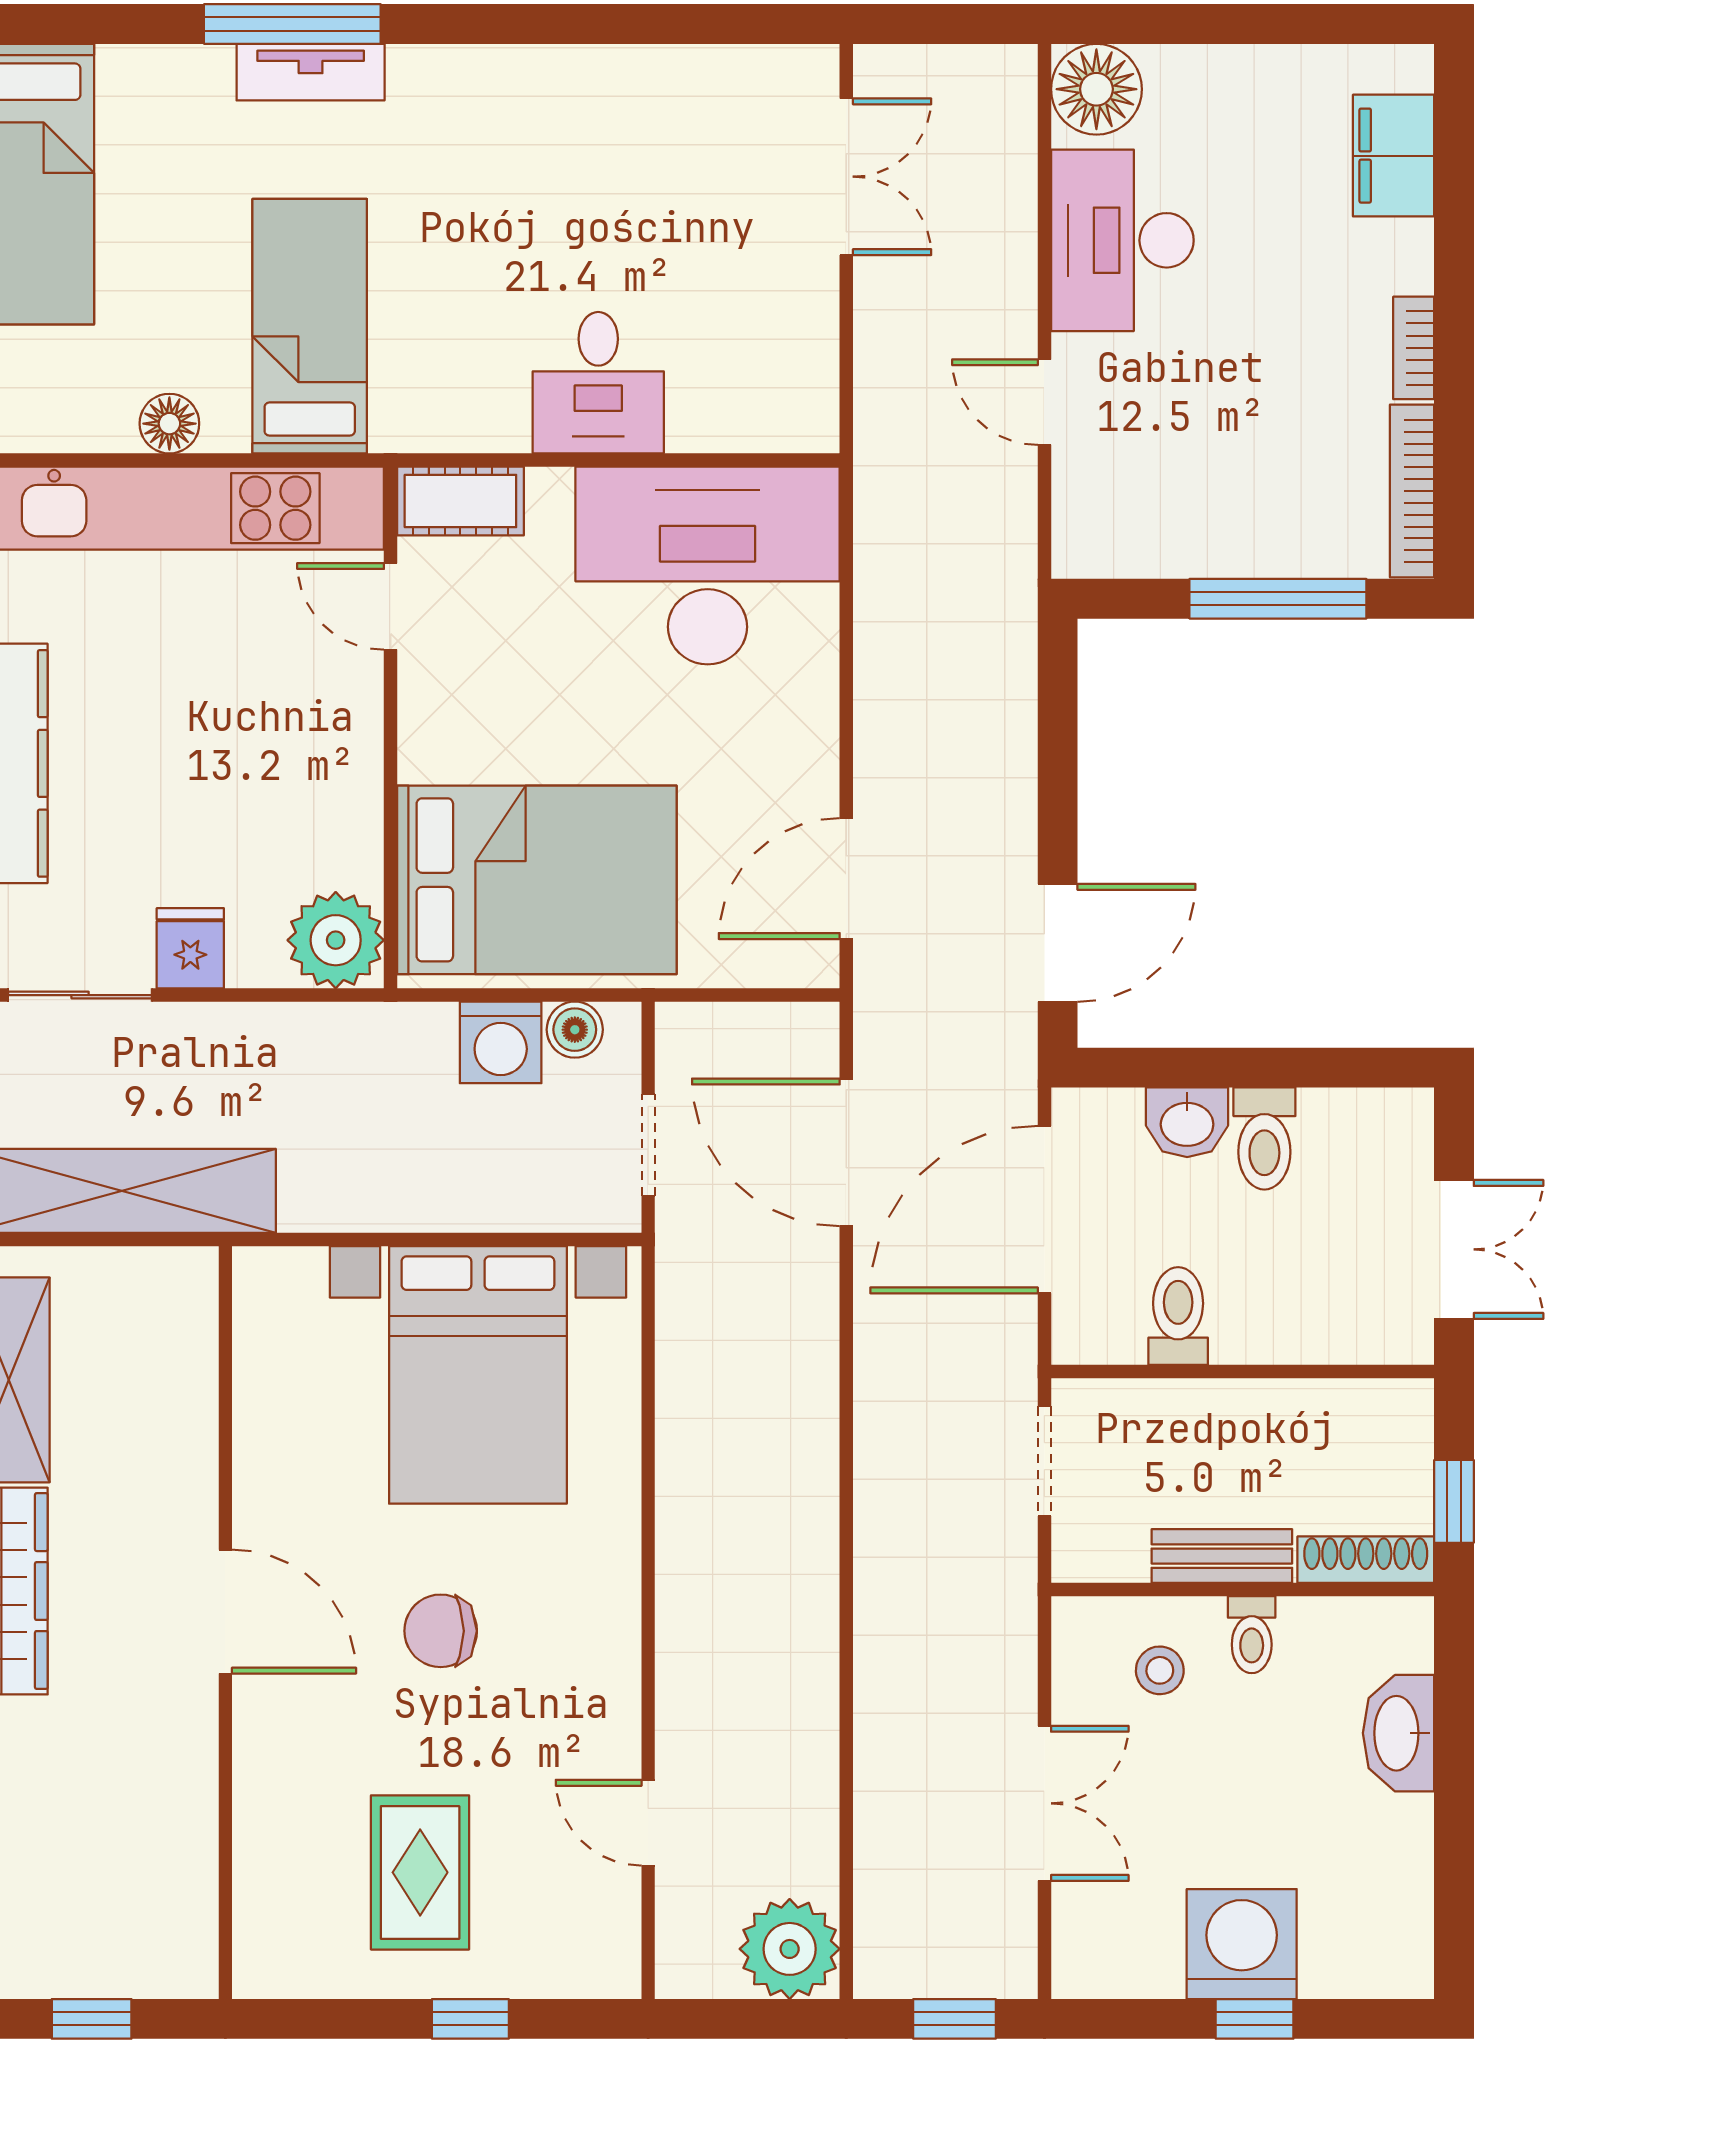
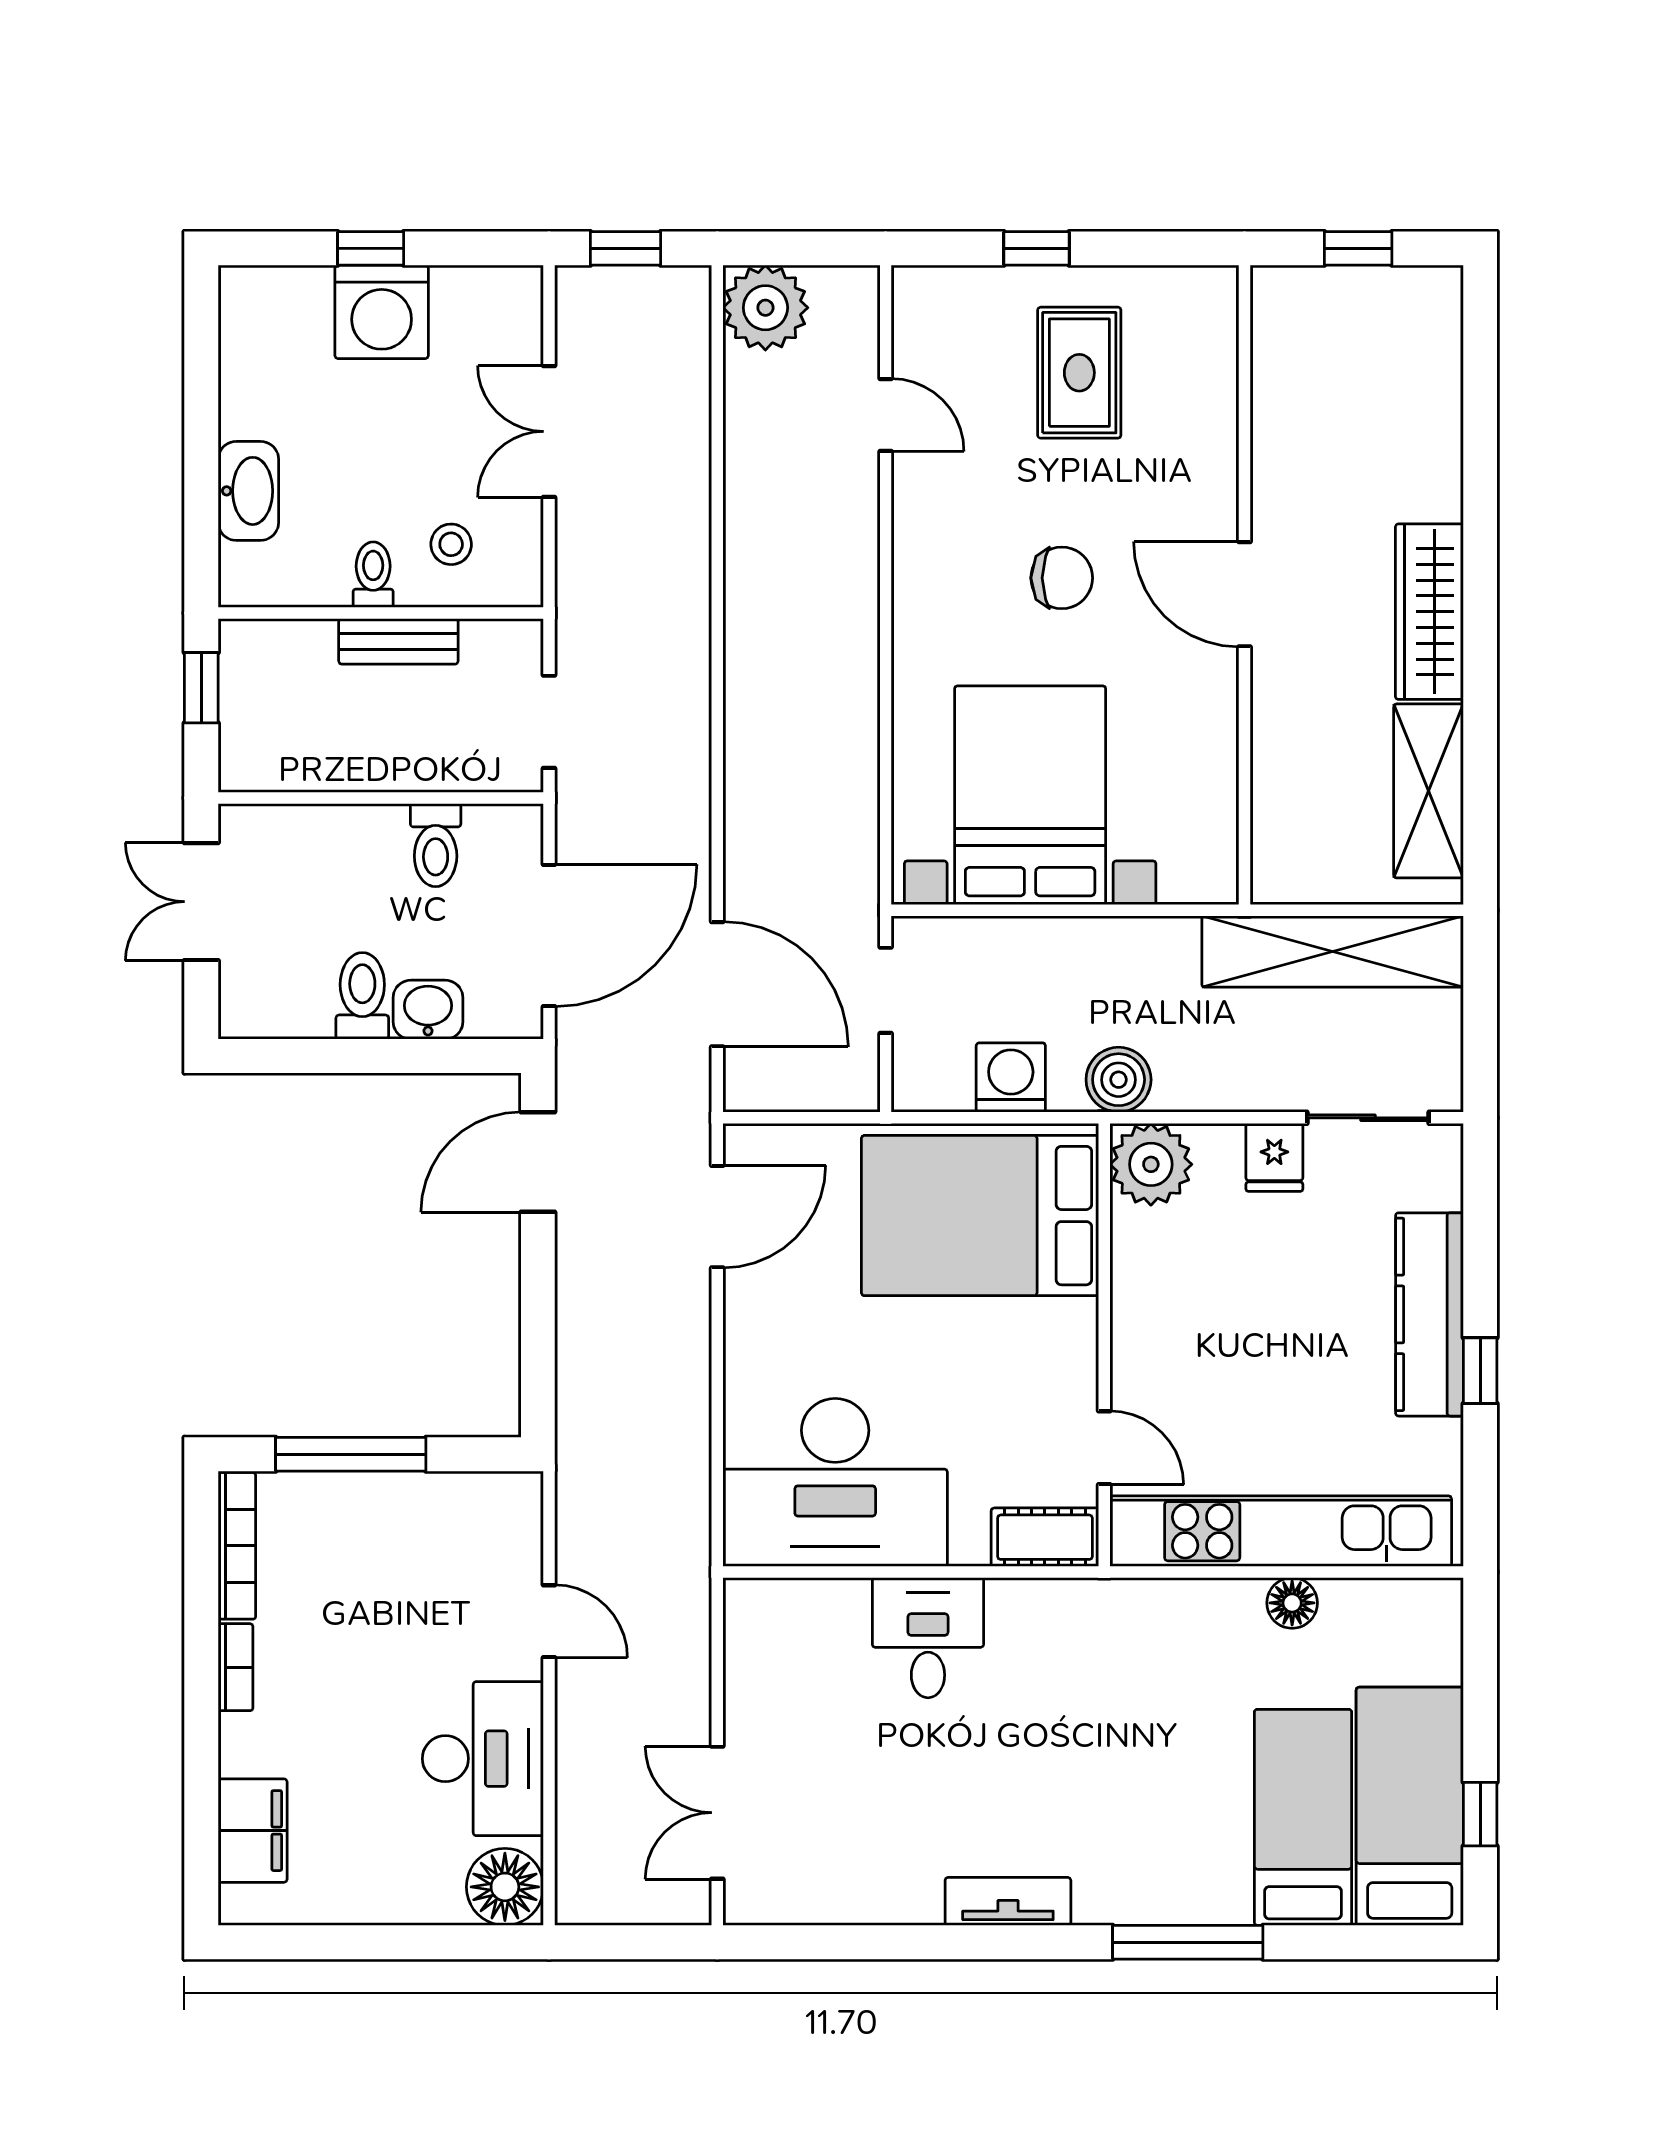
tv unit: (311, 72) -> (1008, 1901), moved
bed: (310, 326) -> (1303, 1817), moved, turned 180
boiler: (575, 1030) -> (1119, 1080), moved, width x1.36, depth x1.36
shoe rack: (1366, 1560) -> (276, 638), removed

